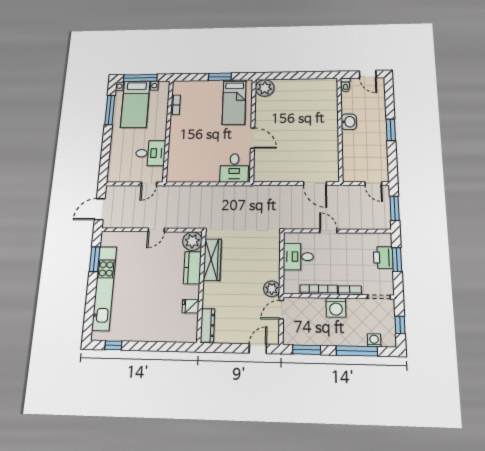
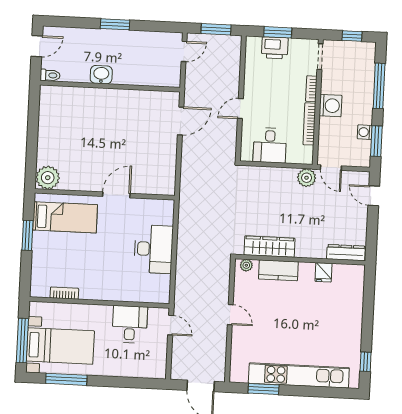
desk: (234, 168) -> (154, 249), moved, width x1.37
plant: (192, 241) -> (246, 265), width x0.53, depth x0.53
washing machine: (374, 340) -> (365, 132), moved

